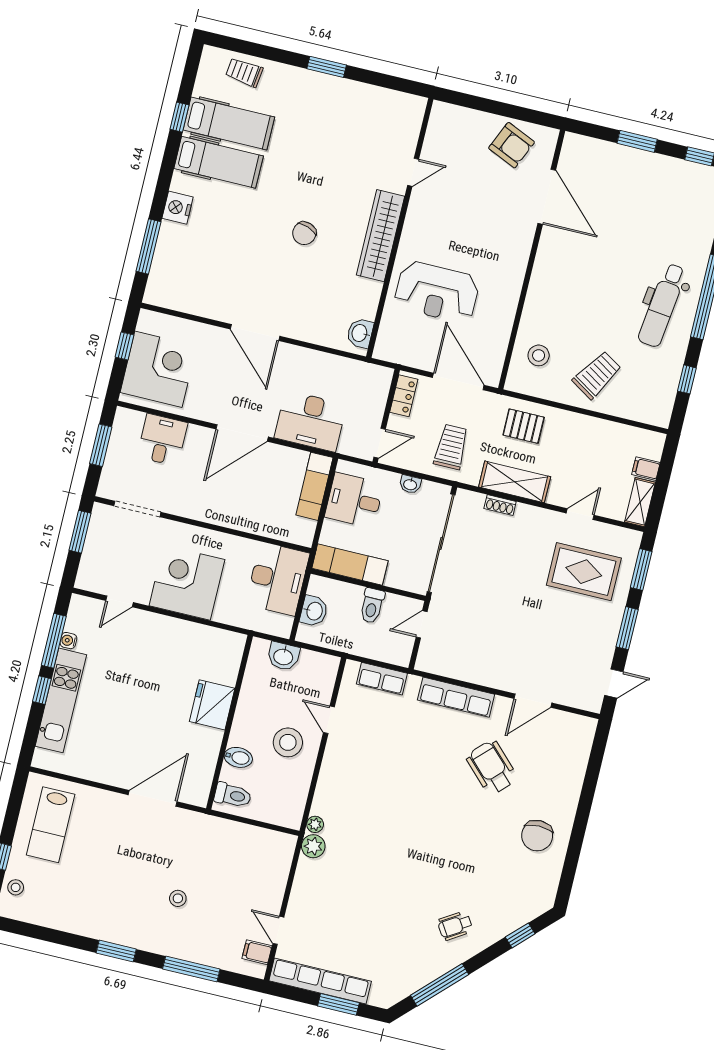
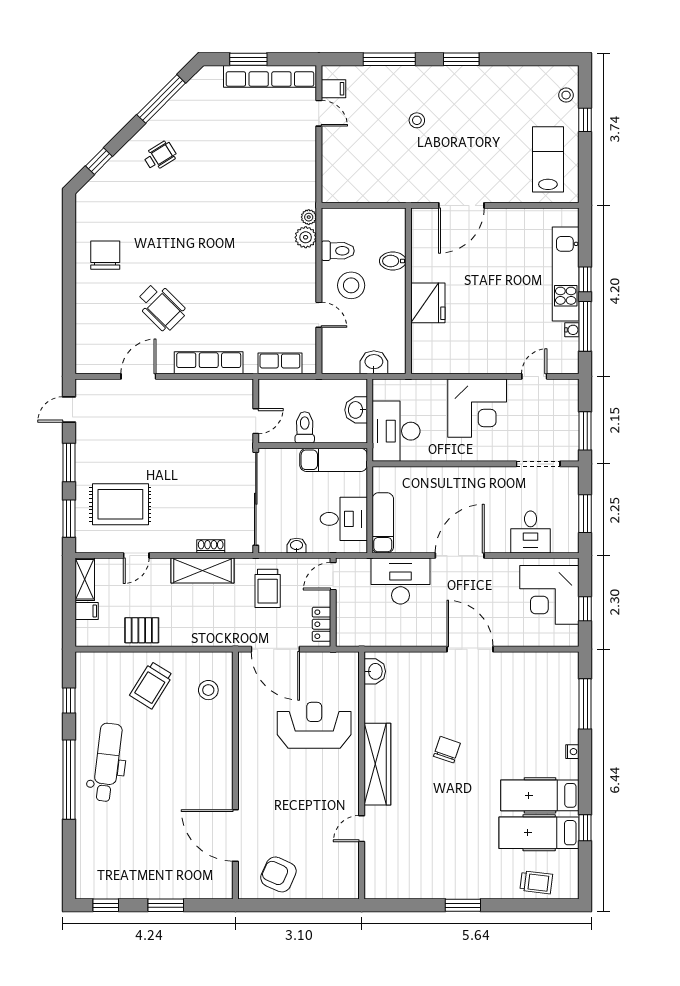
nightstand: (178, 208) -> (572, 752), width x0.53, depth x0.56
pallet: (524, 426) -> (142, 630), moved
toilet: (233, 795) -> (338, 251), moved, turned 180
plant: (313, 846) -> (306, 237), moved

